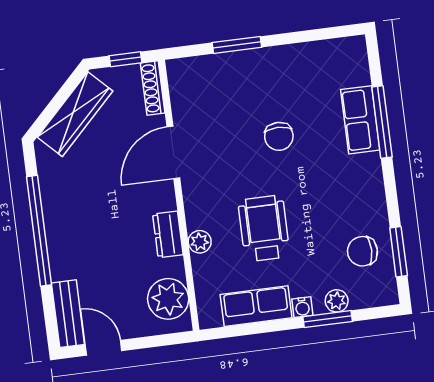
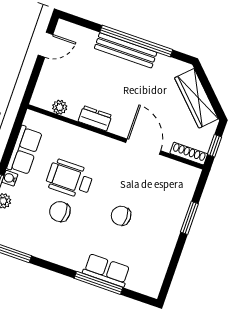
wheelchair: (264, 228) -> (70, 179), turned 180
plant: (200, 242) -> (81, 135), removed
chair: (362, 251) -> (60, 212), moved, turned -90
plant: (168, 299) -> (60, 107), width x0.53, depth x0.53
bench: (68, 314) -> (126, 50), moved, width x1.36

